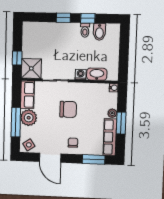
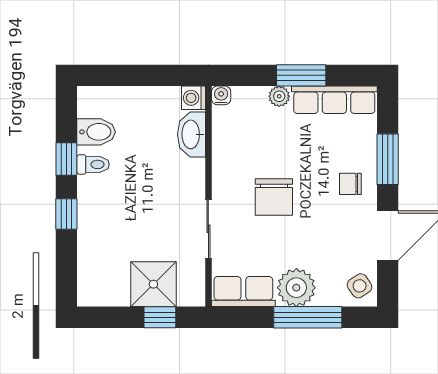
shower: (31, 68) -> (153, 284), moved
washing machine: (81, 75) -> (193, 98), moved
chair: (68, 109) -> (274, 197), turned 180
window: (94, 159) -> (388, 159), moved

